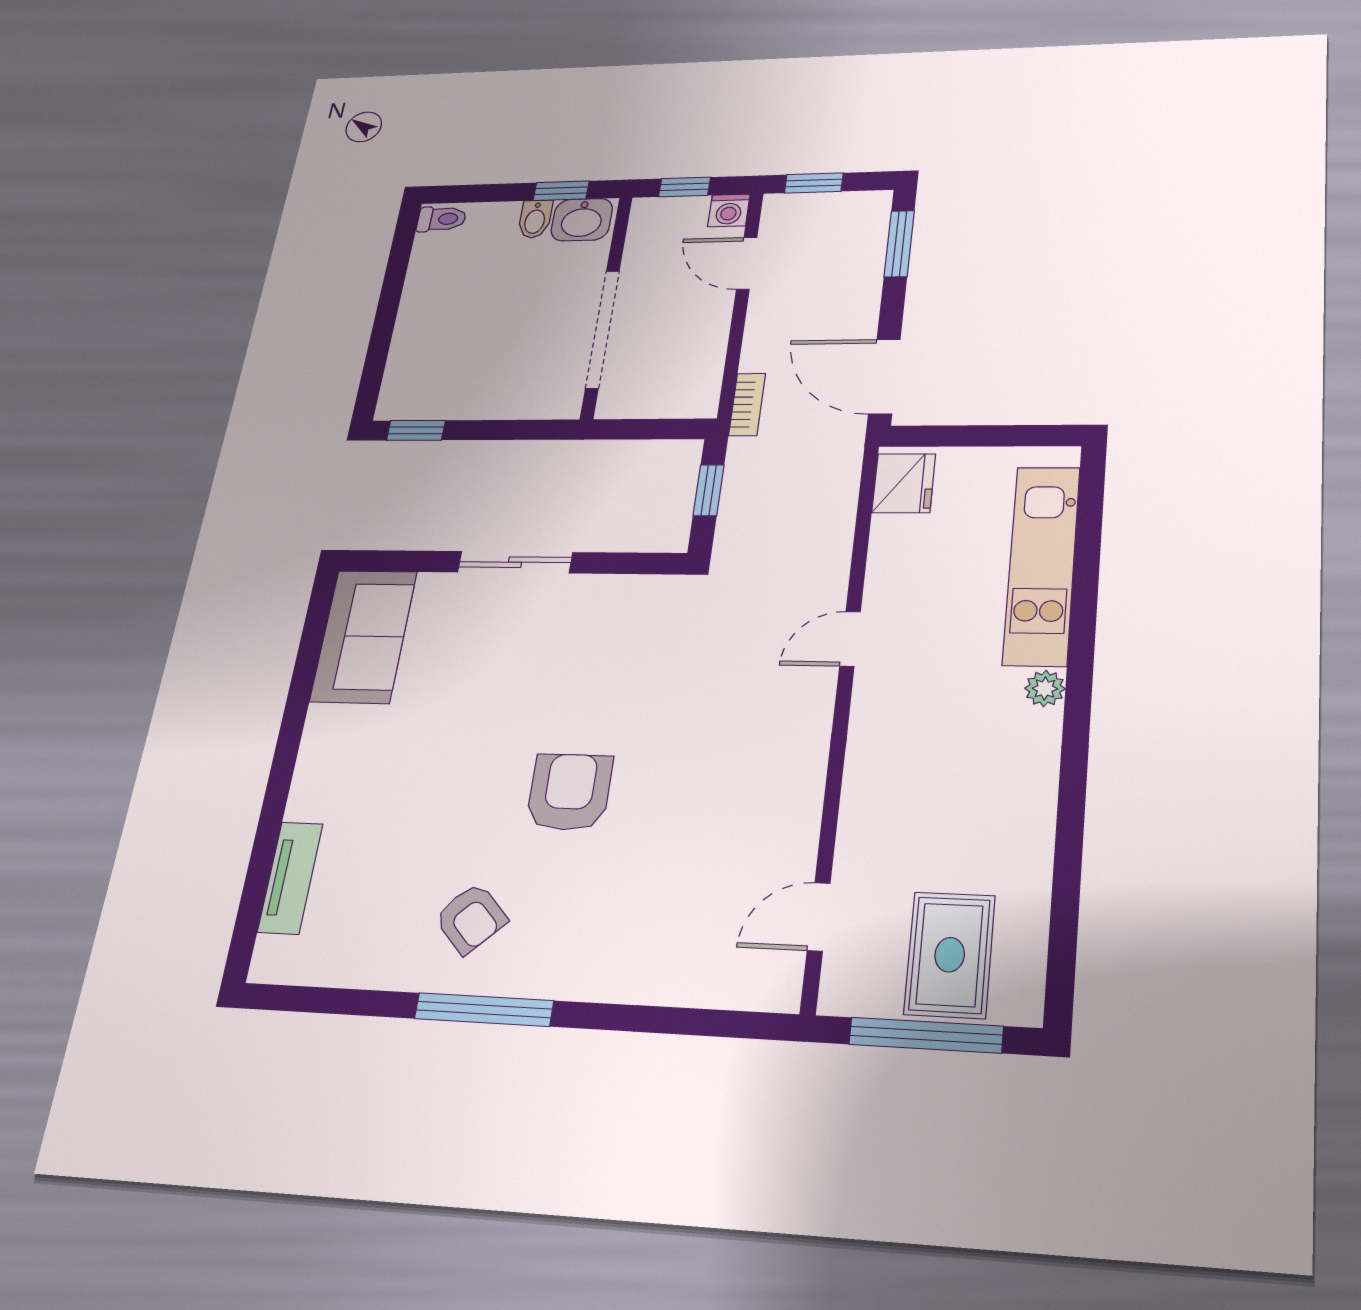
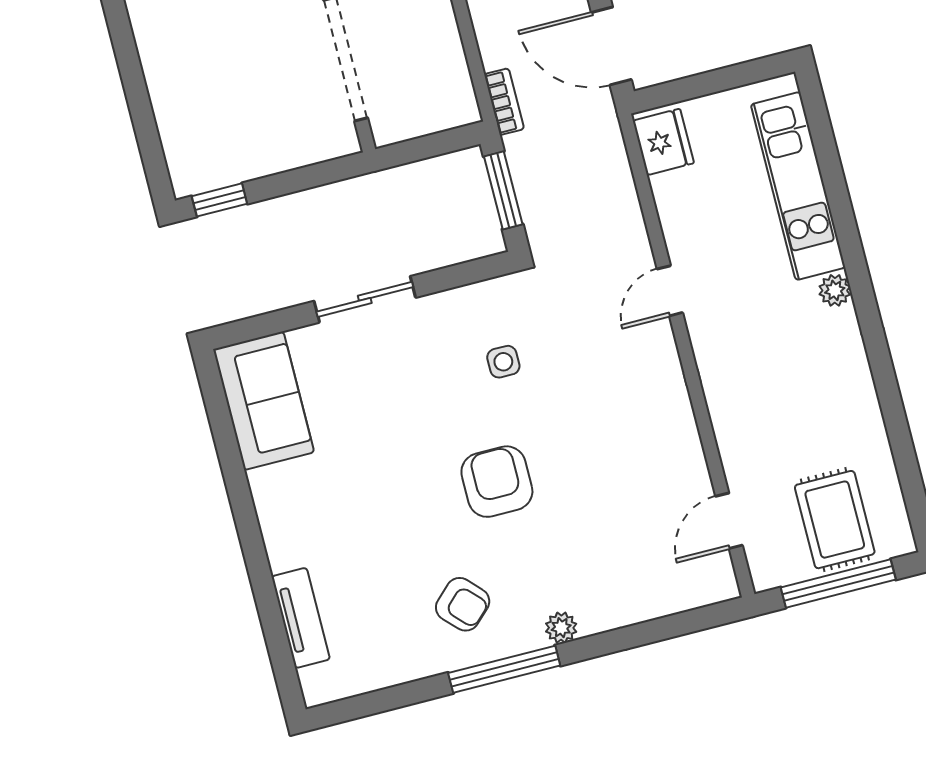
window: (709, 490) -> (503, 190), width x1.50
side table: (633, 665) -> (503, 362), added
plant: (570, 982) -> (561, 628), added

